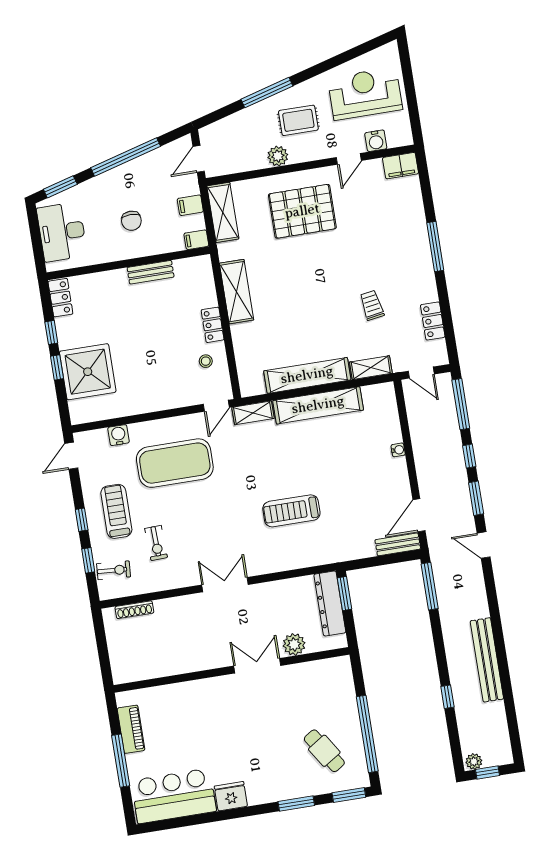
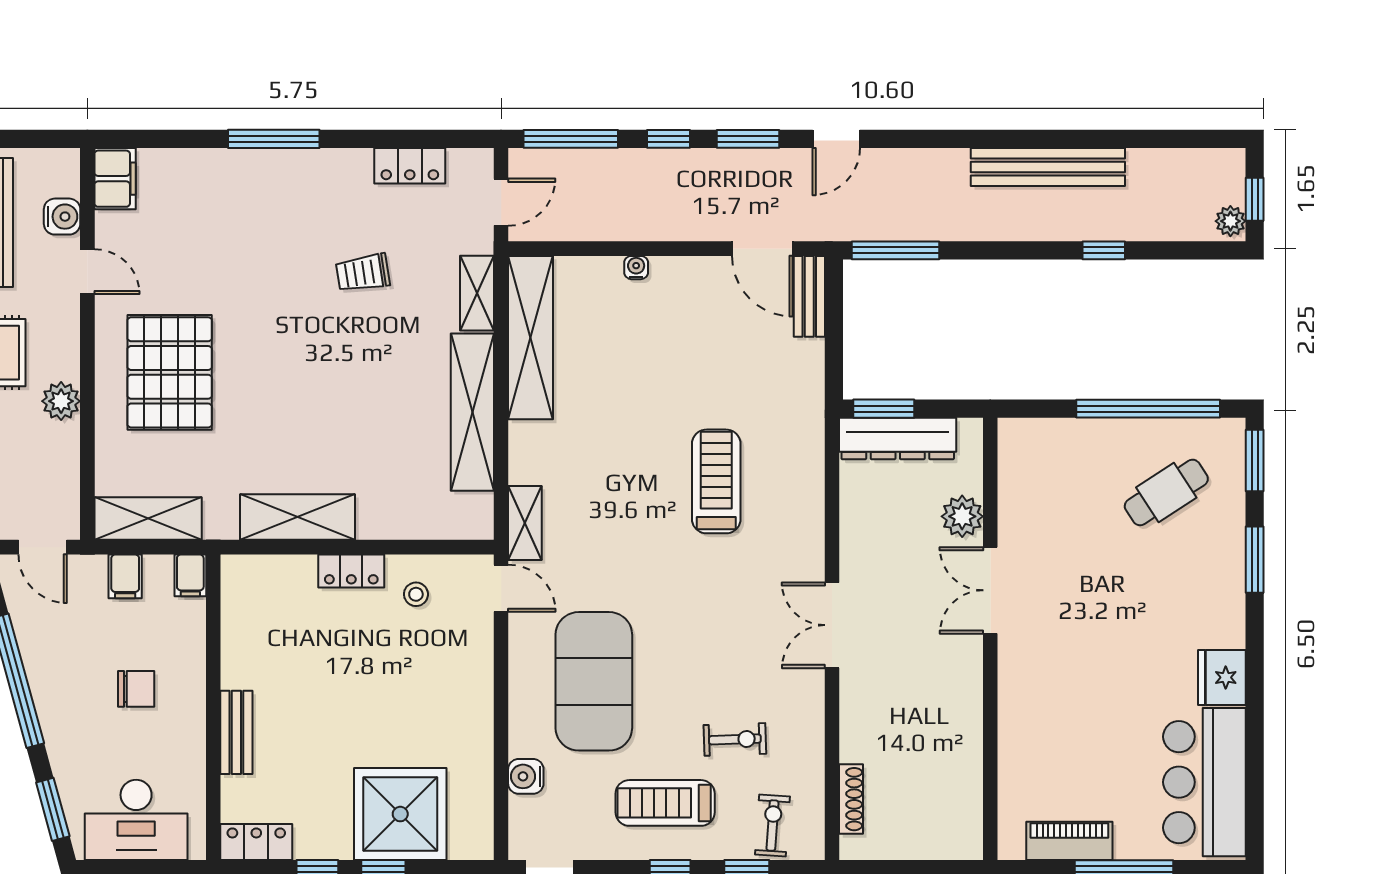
bench: (151, 272) -> (236, 732), moved
shelving: (318, 405) -> (531, 338), moved
treadmill: (291, 511) -> (716, 481), turned 180

